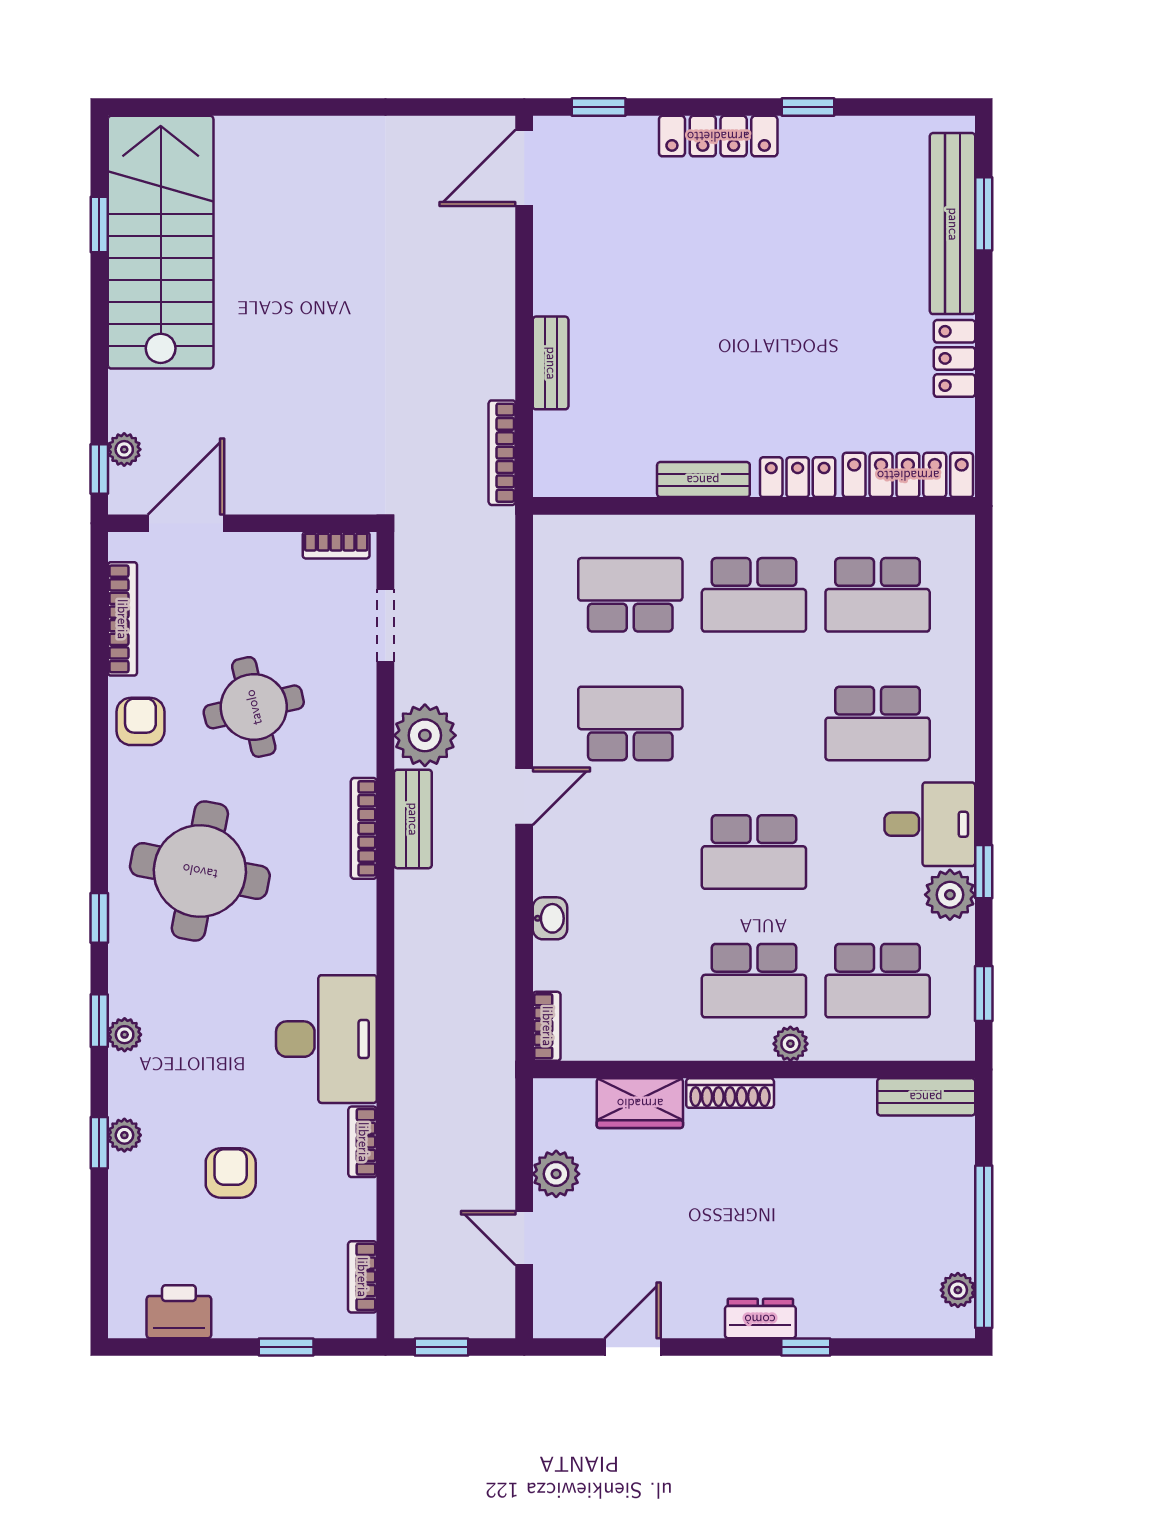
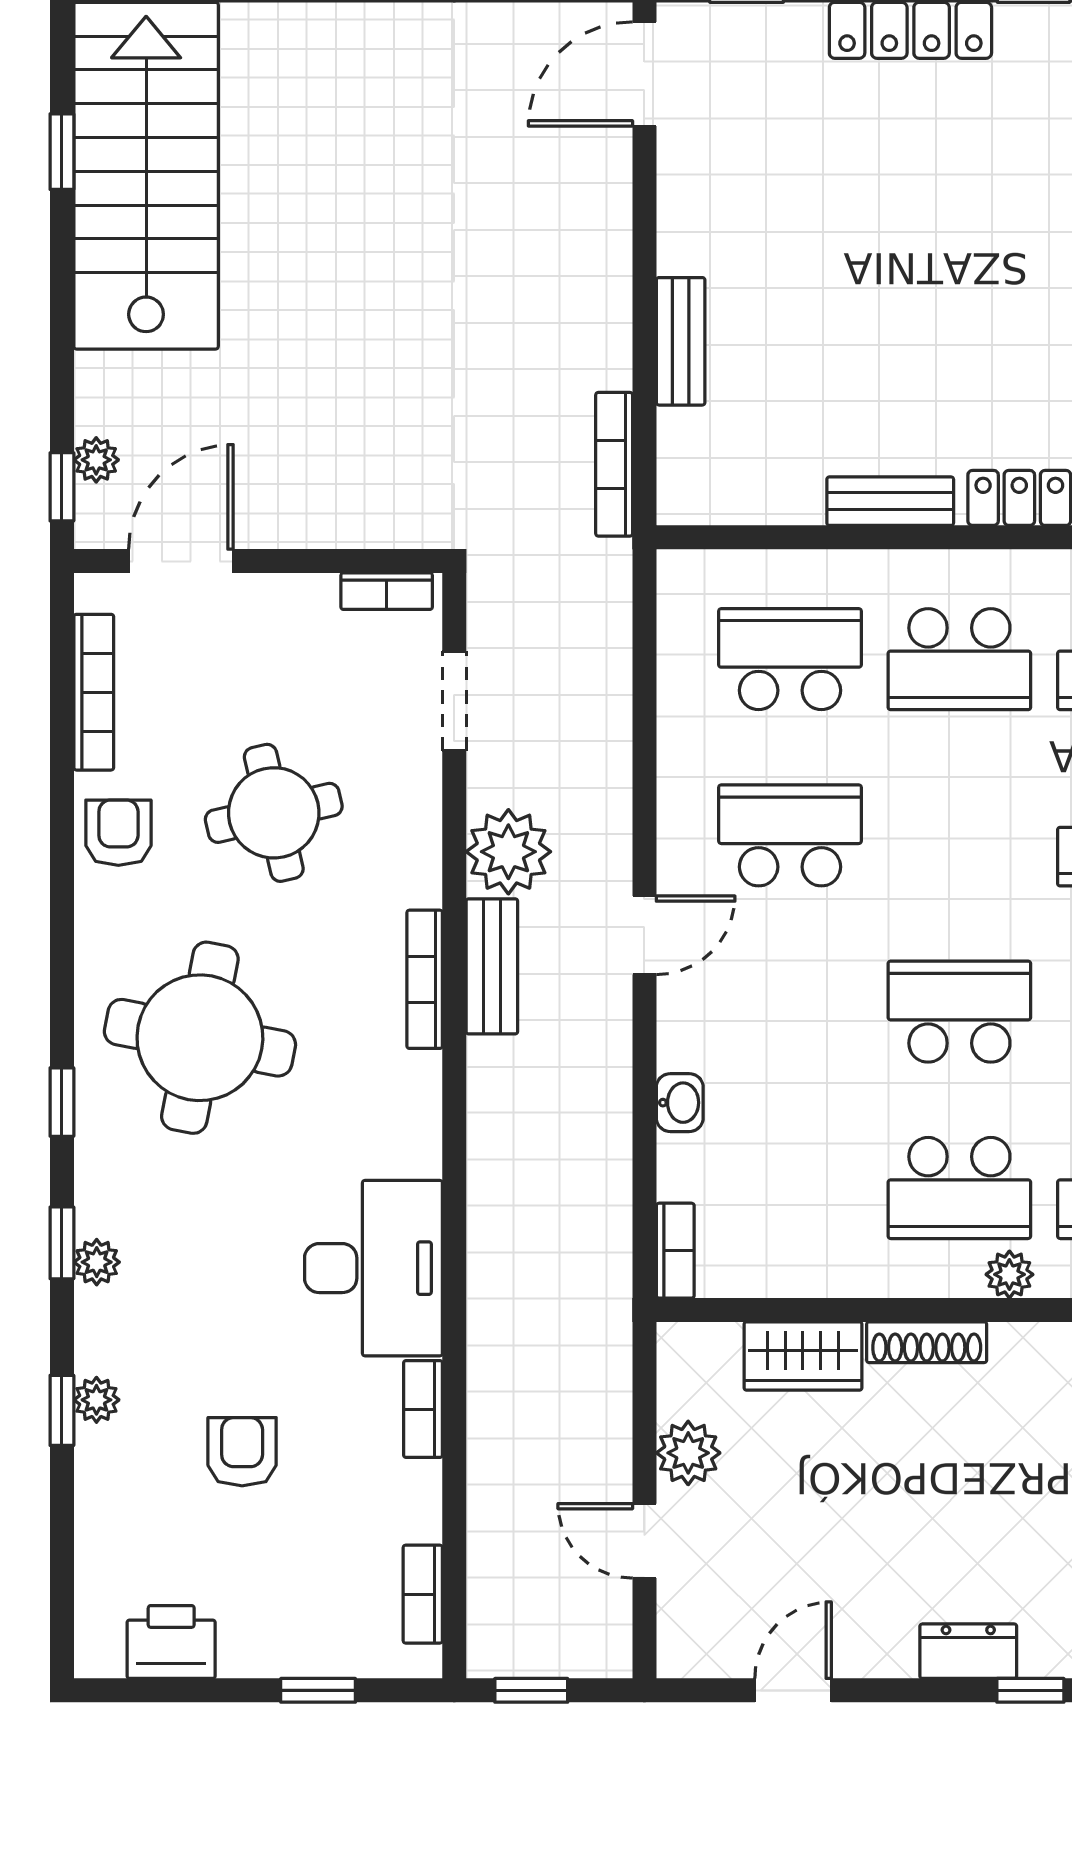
school desk: (754, 852) -> (959, 1012), turned 180

